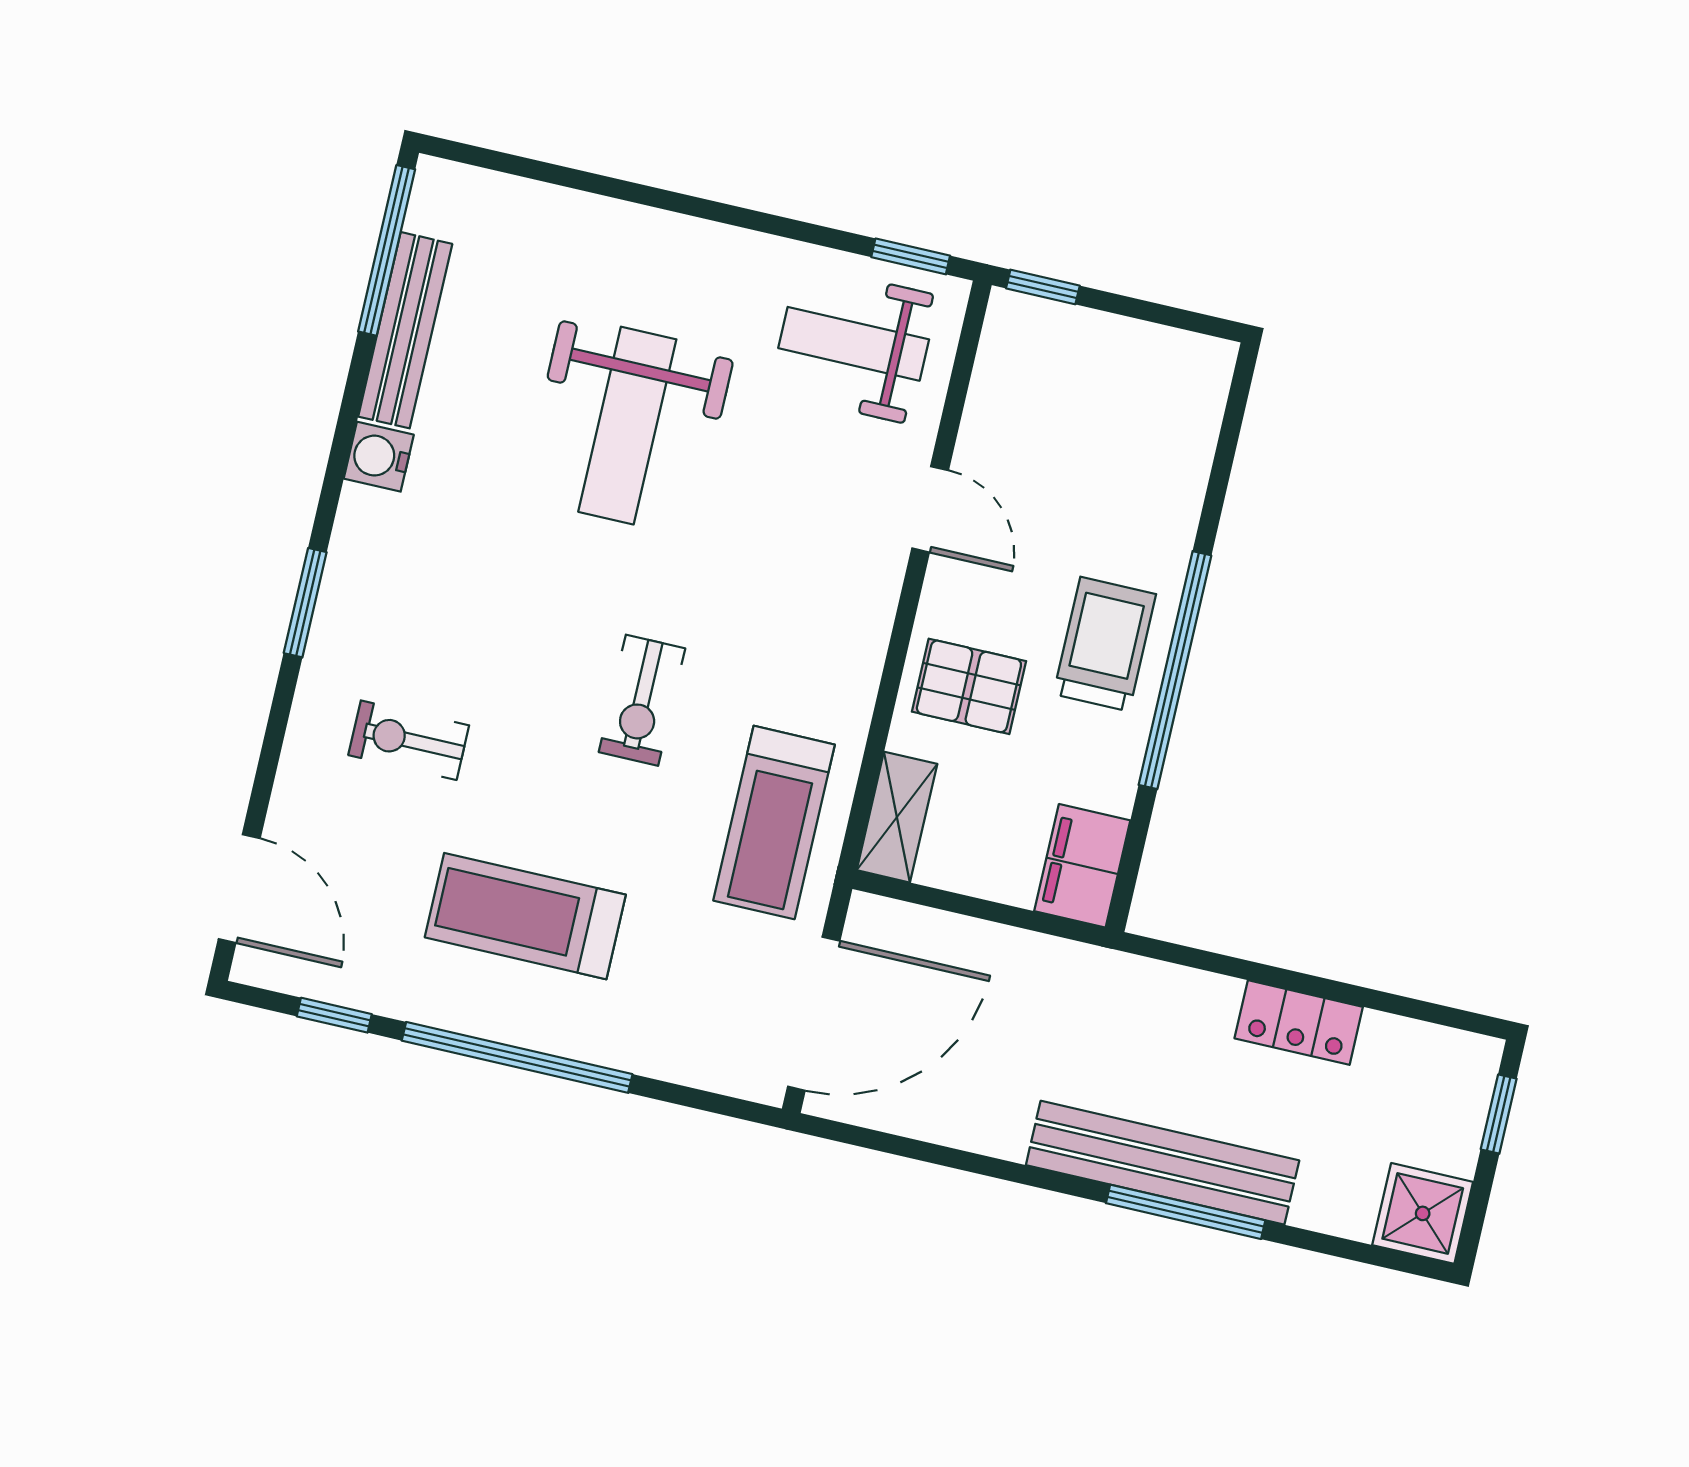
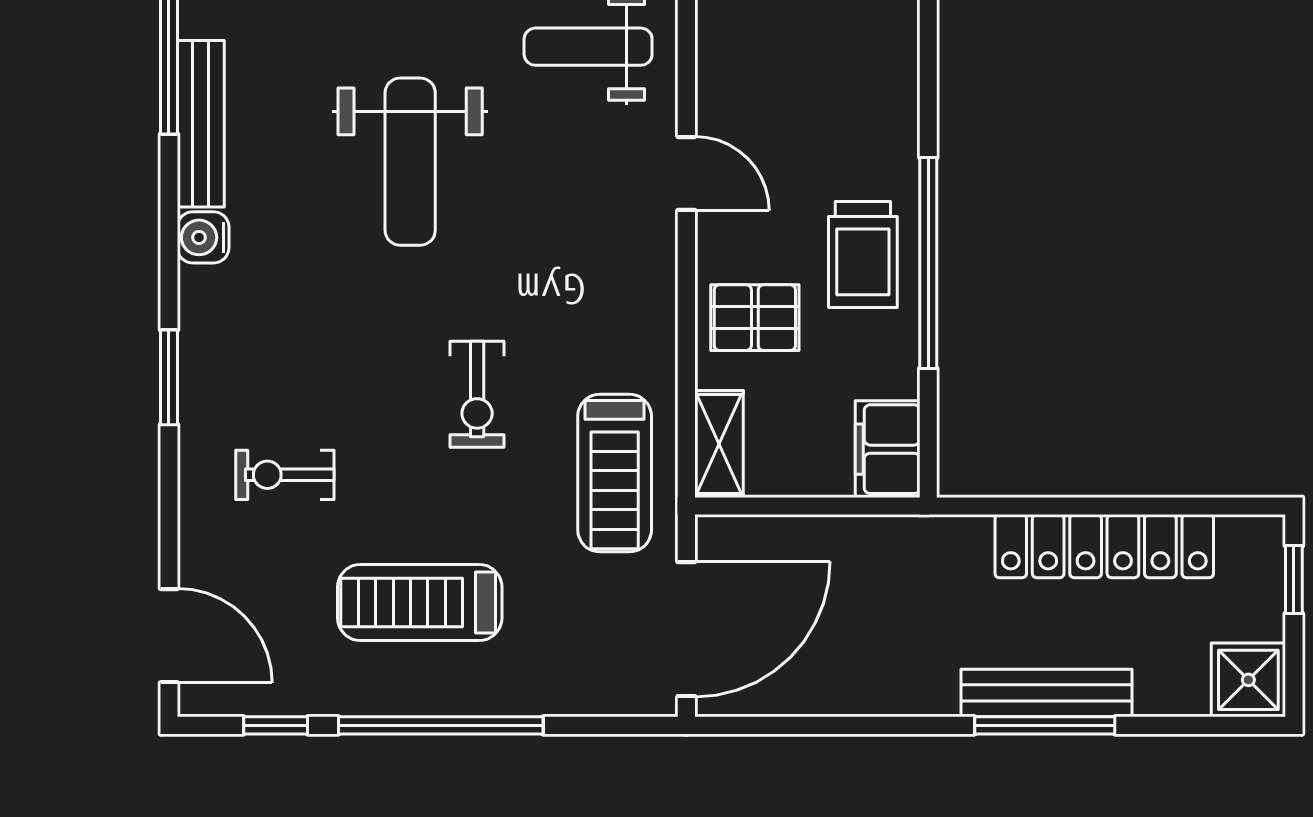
trolley: (1105, 644) -> (863, 254), turned 180
locker: (1299, 1023) -> (1104, 546), width x2.16, depth x1.21
bench: (1163, 1163) -> (1047, 693), width x0.73, depth x0.82

